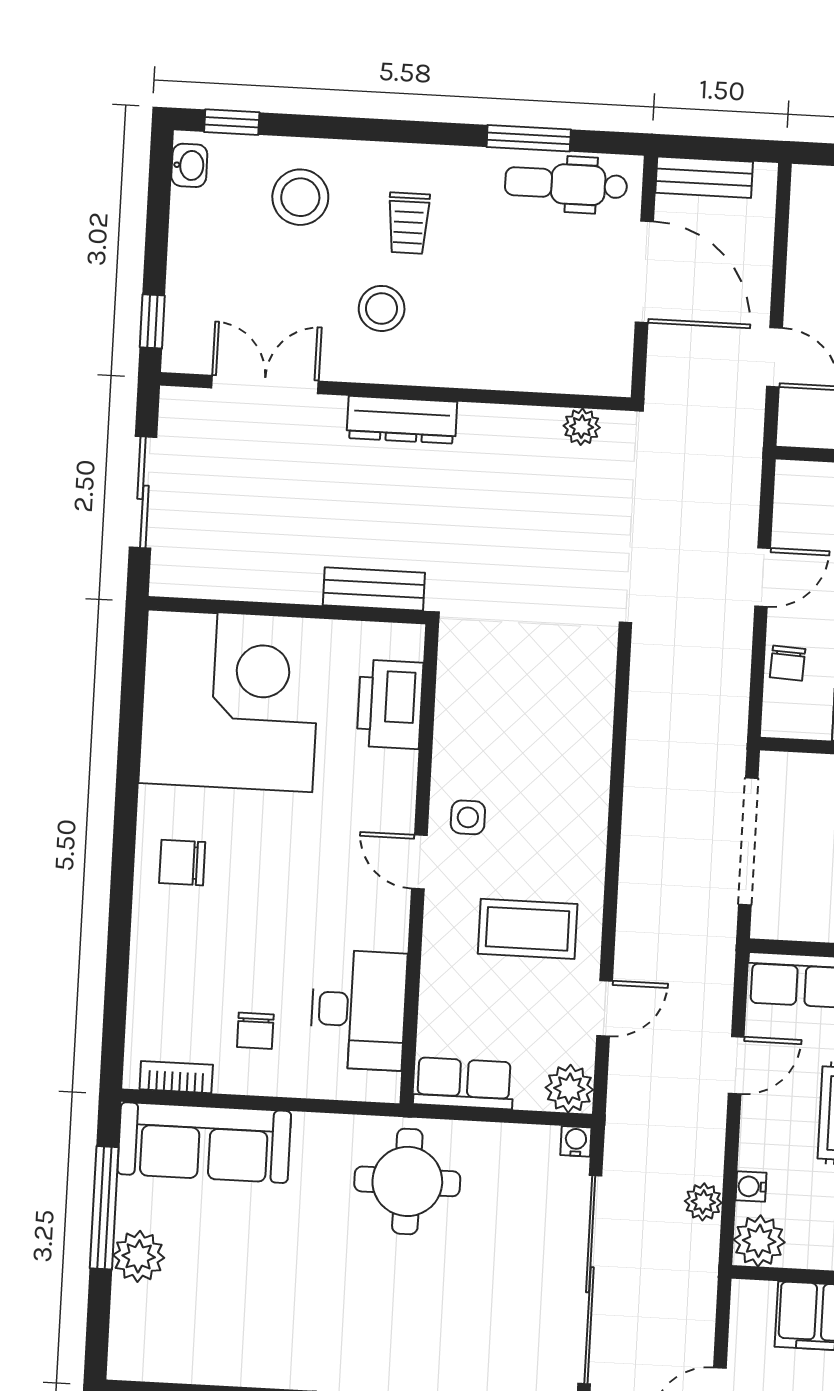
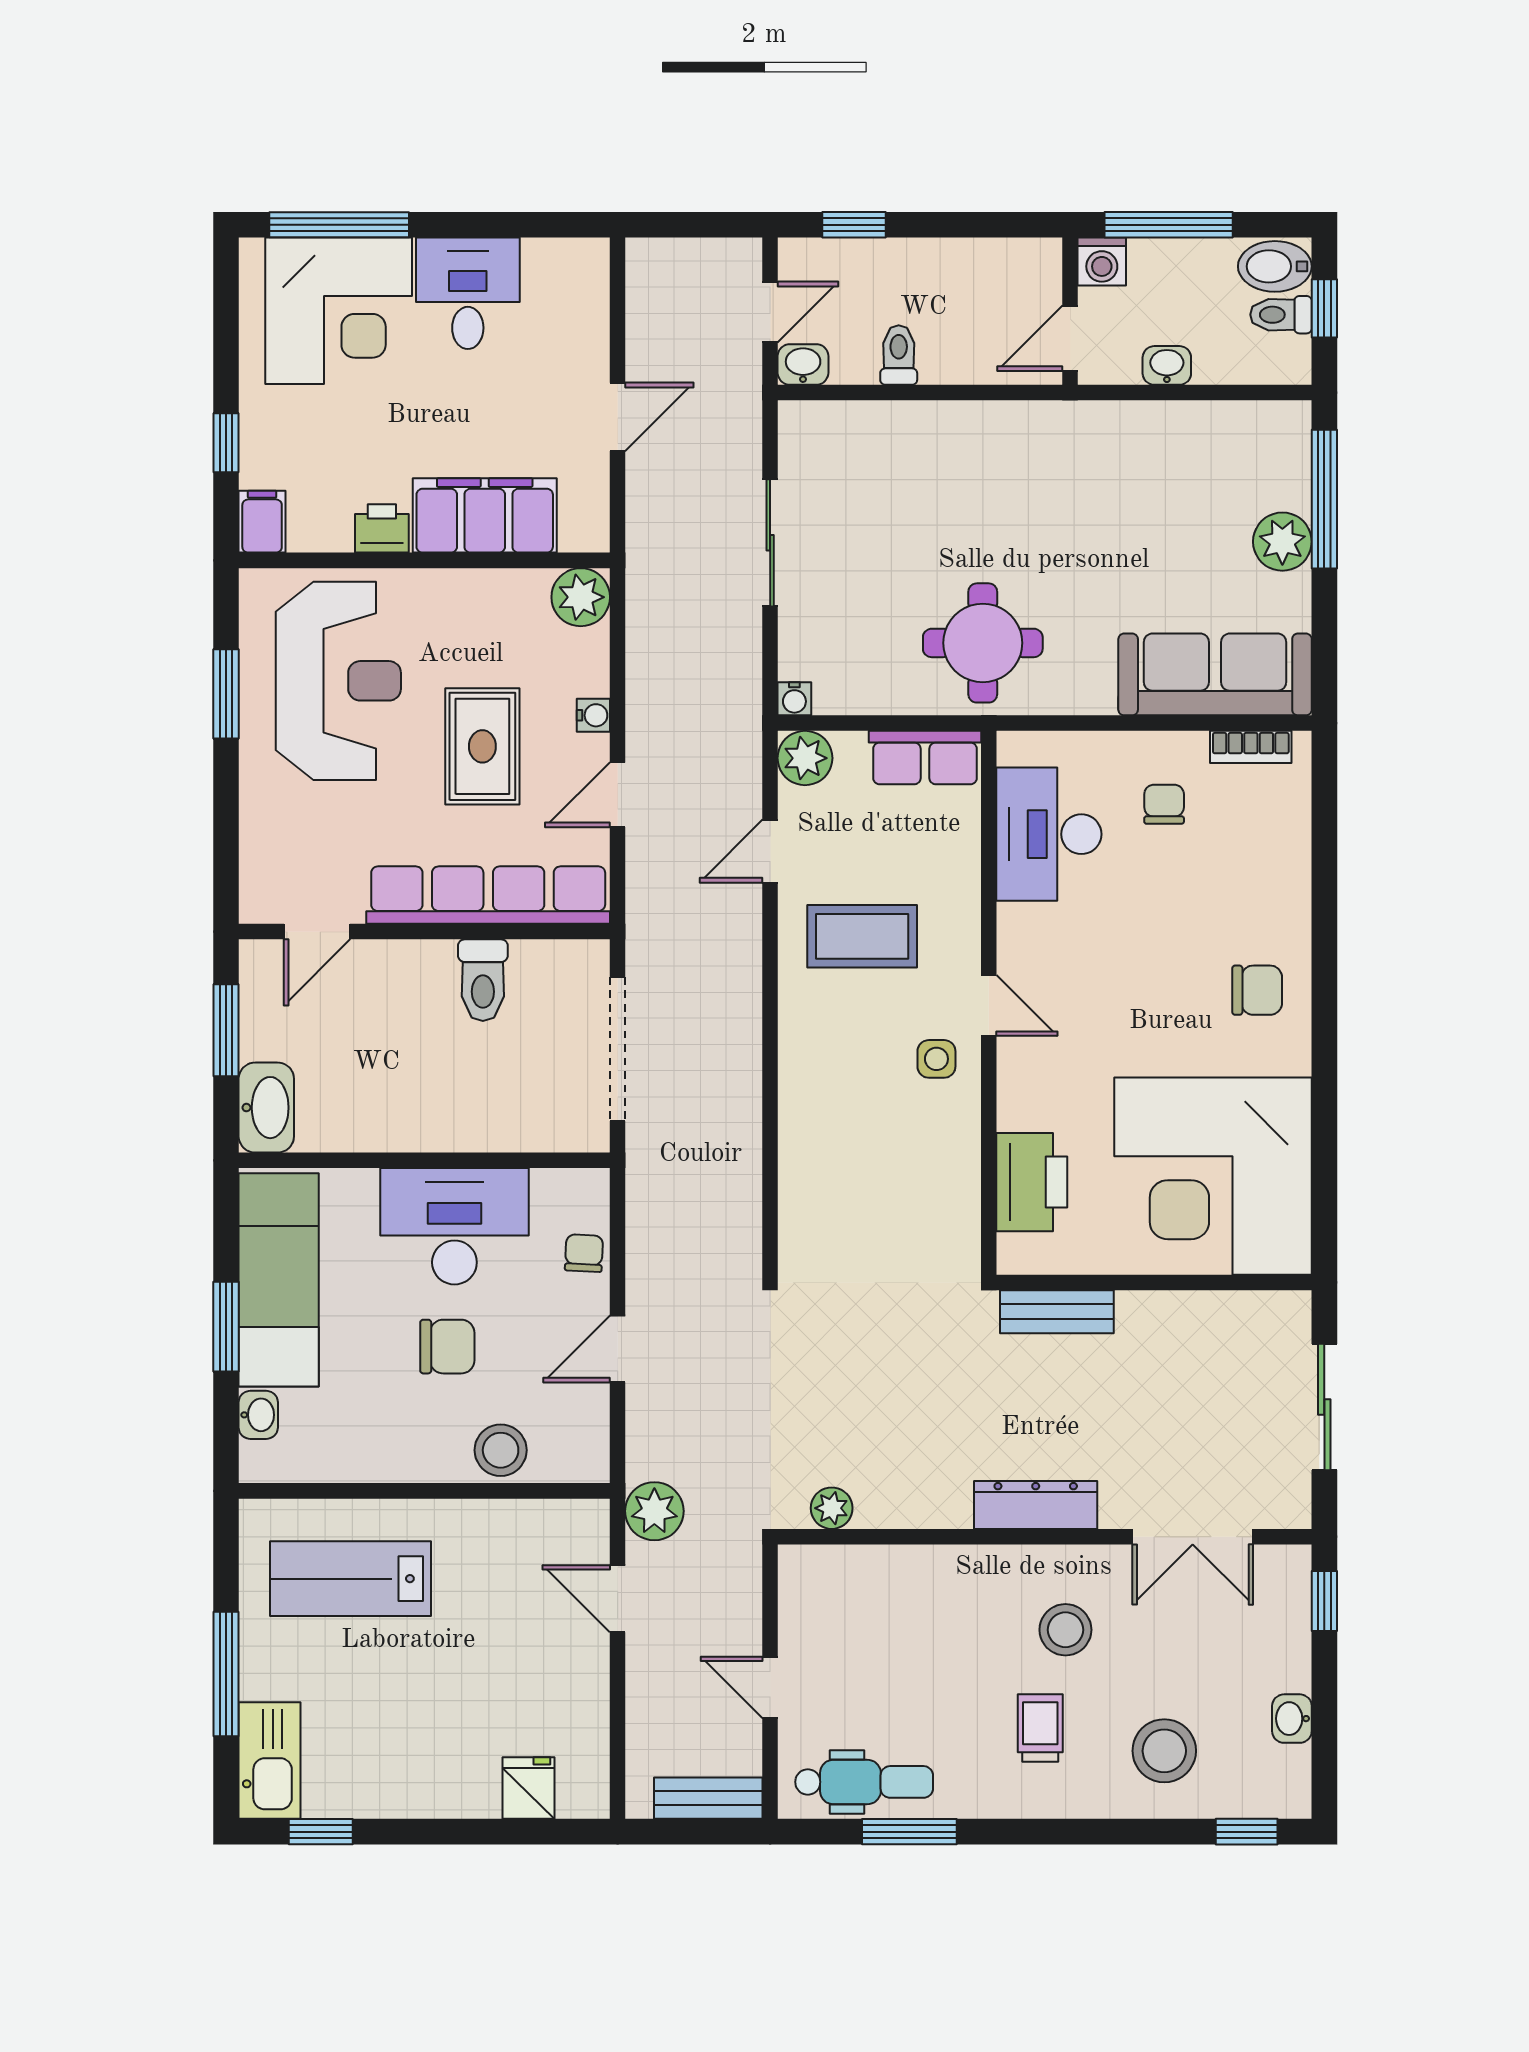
washbasin: (189, 165) -> (1292, 1719), moved
door: (644, 272) -> (770, 1687), width x0.53
water cooler: (751, 1187) -> (593, 715), moved
plant: (703, 1202) -> (654, 1511), moved, width x1.38, depth x1.38
window: (104, 1208) -> (1324, 499), moved
sliding door: (590, 1280) -> (770, 543), width x0.54

